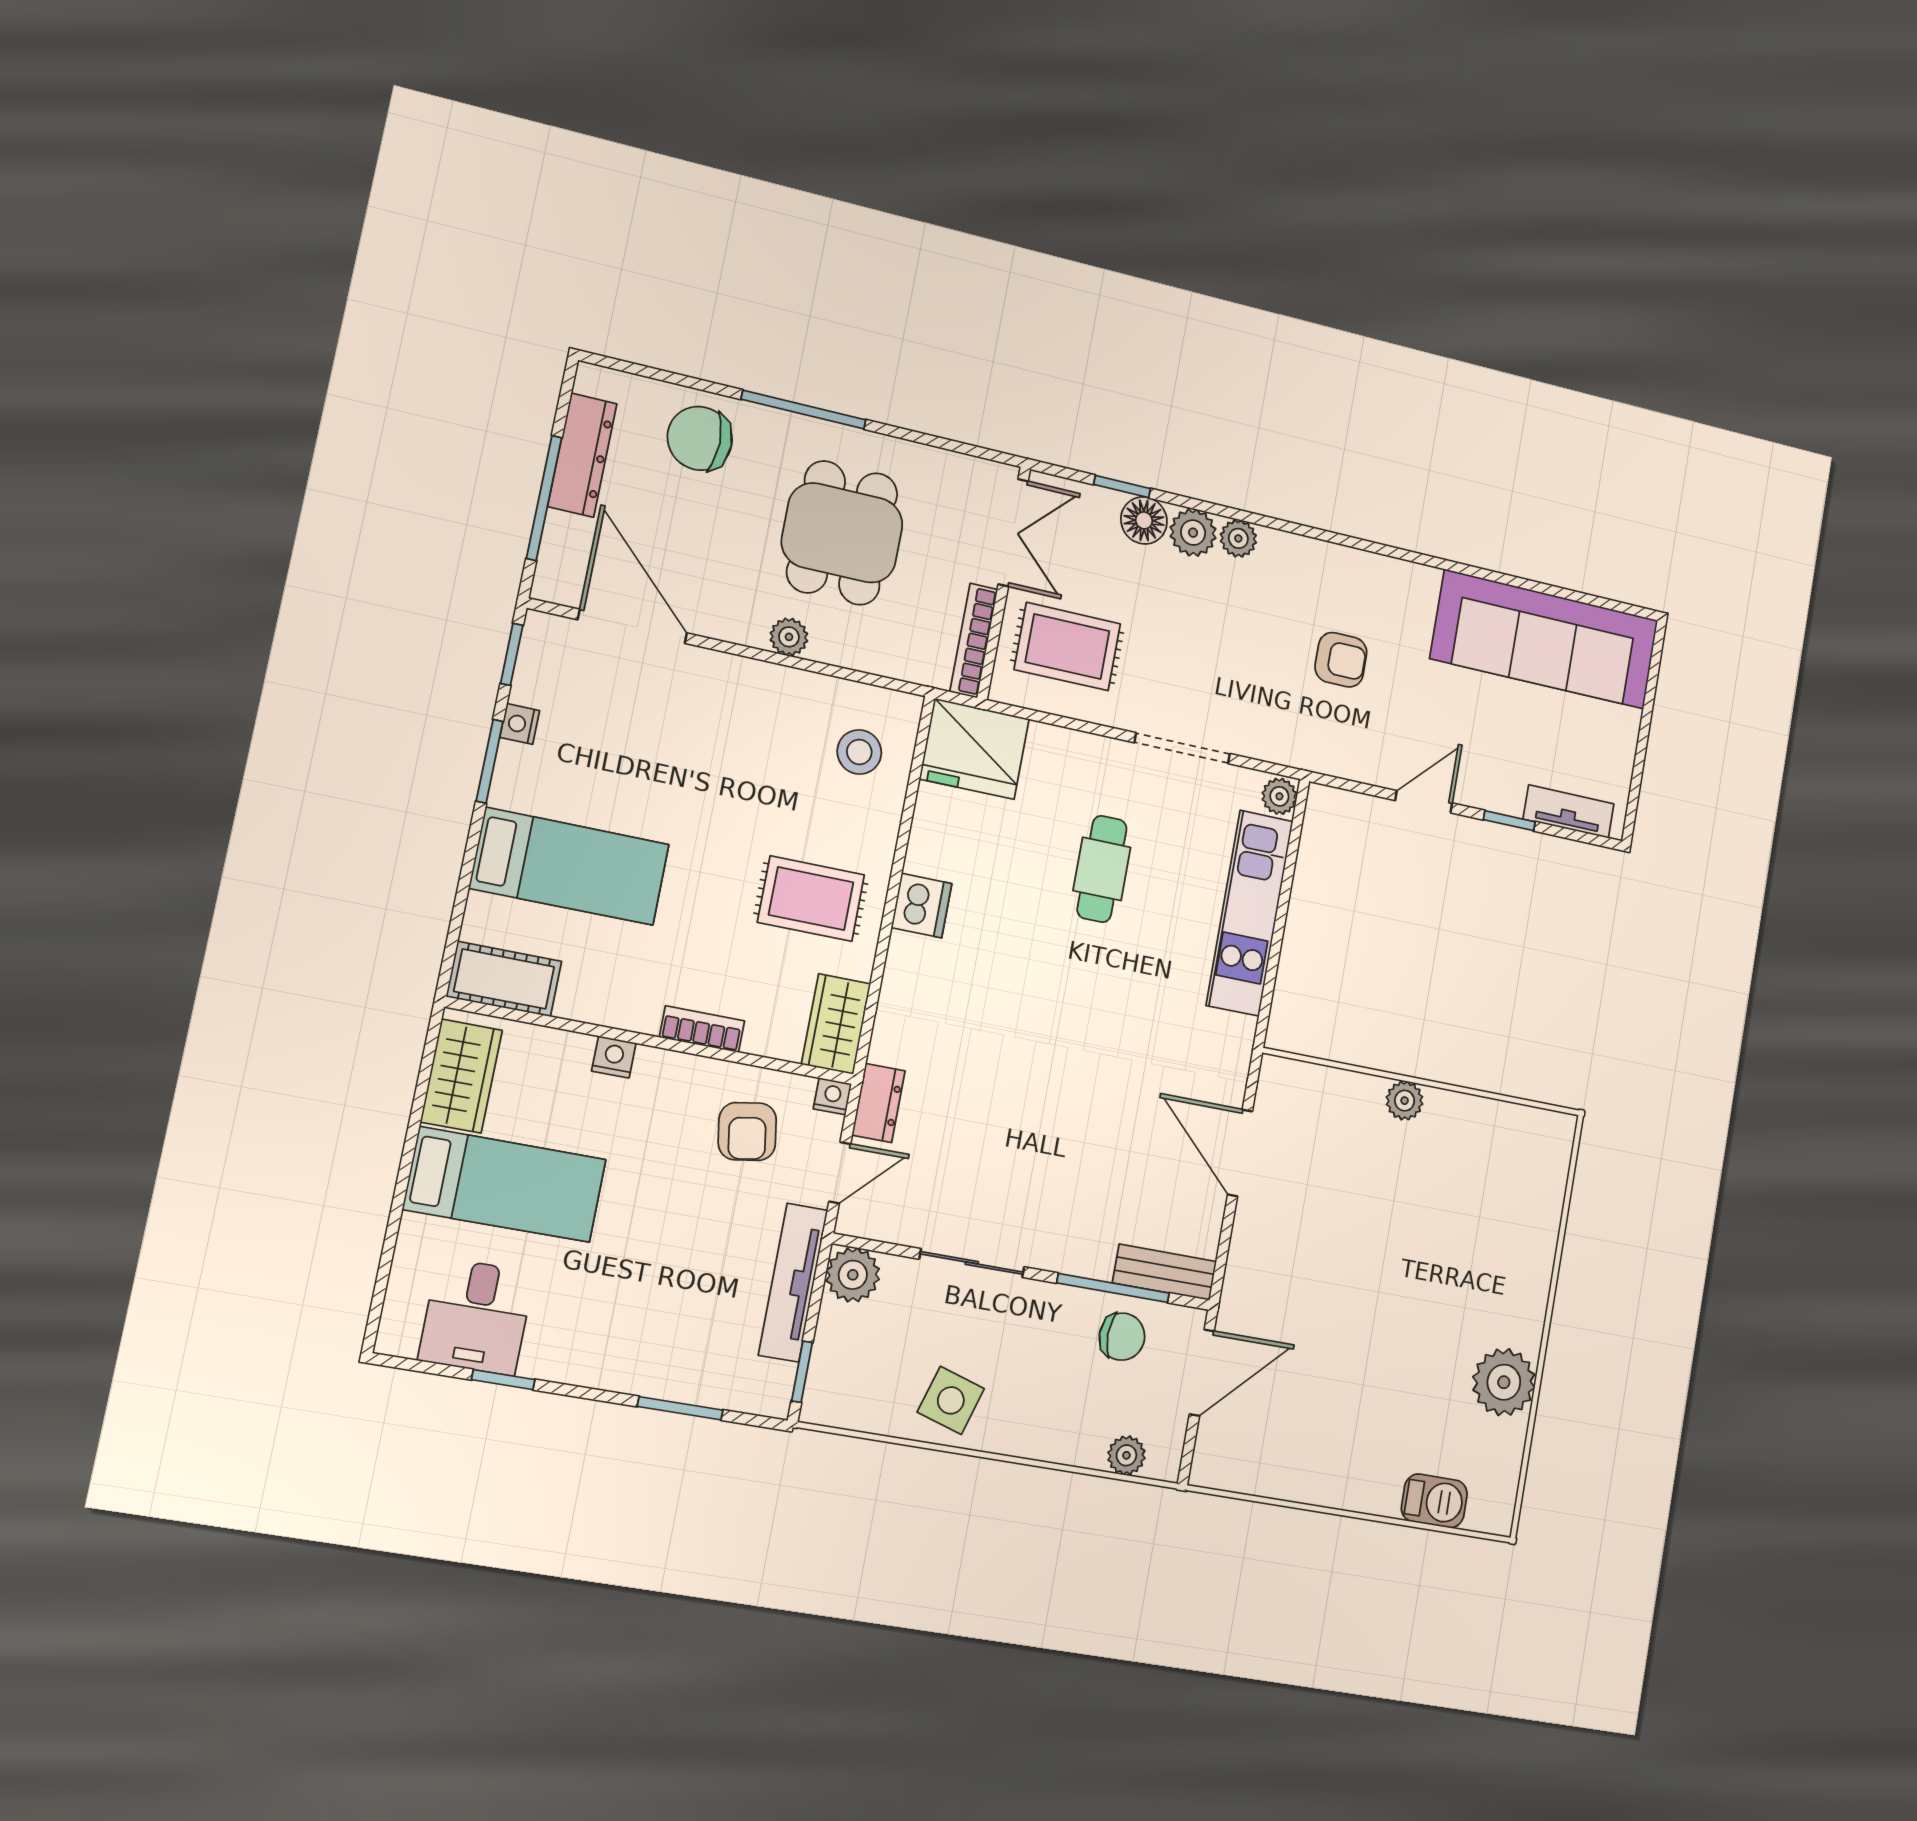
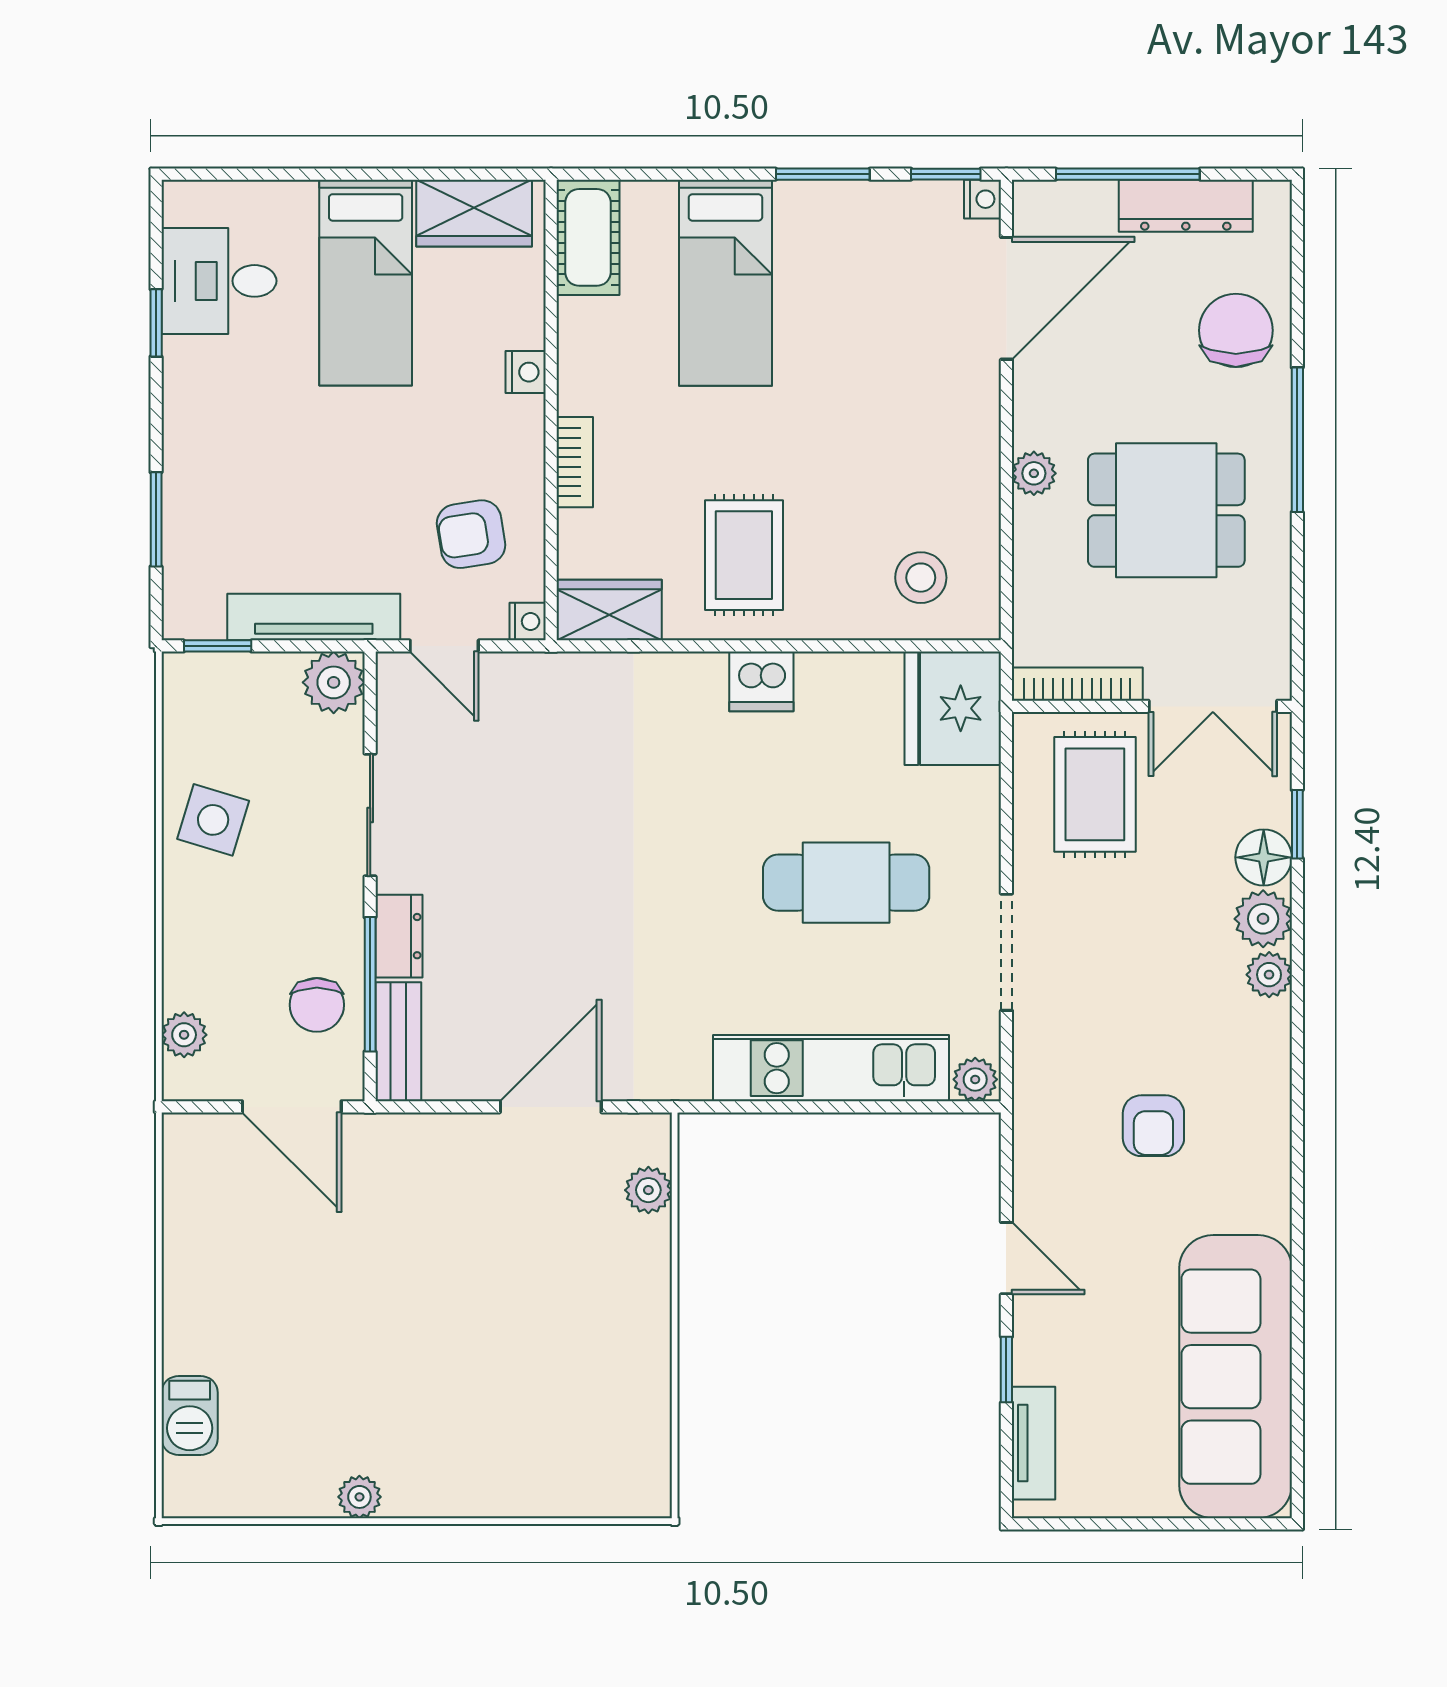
nightstand: (520, 724) -> (983, 199), moved, turned 90
cafe table: (1102, 869) -> (846, 883), width x1.37, depth x1.35
plant: (1405, 1101) -> (648, 1190), moved
dresser: (879, 1103) -> (399, 936), moved, turned -90
plant: (1504, 1382) -> (359, 1497), width x0.53, depth x0.53

